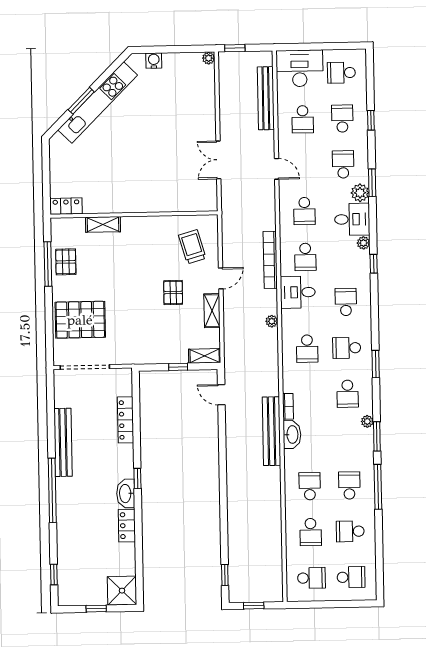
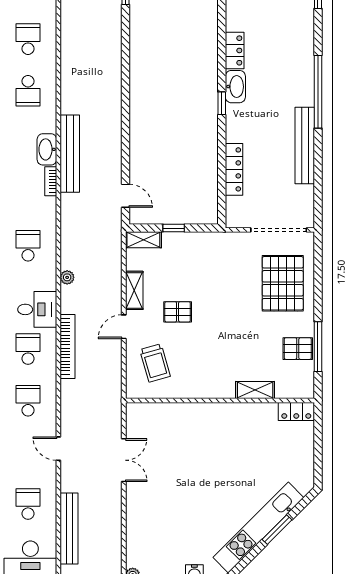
pallet: (66, 262) -> (298, 349), turned 90
pallet: (173, 292) -> (178, 312), turned 90
pallet: (80, 320) -> (283, 283), turned 90

